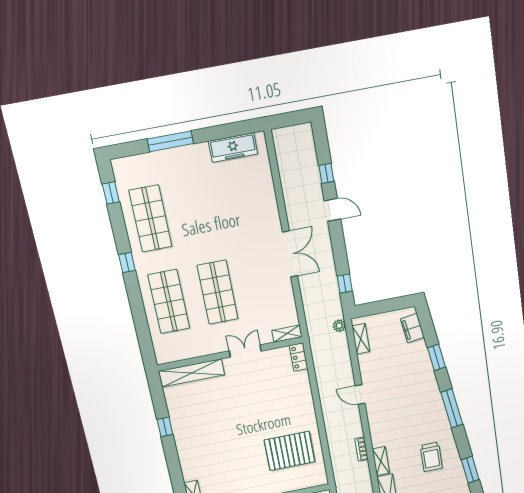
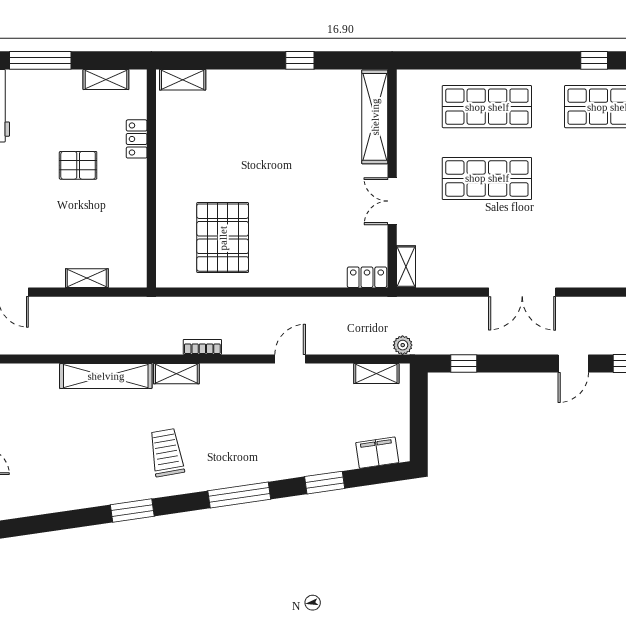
window: (127, 263) -> (594, 60), moved
double door: (245, 351) -> (392, 201), swing flipped
trolley: (431, 457) -> (167, 453), turned 80

